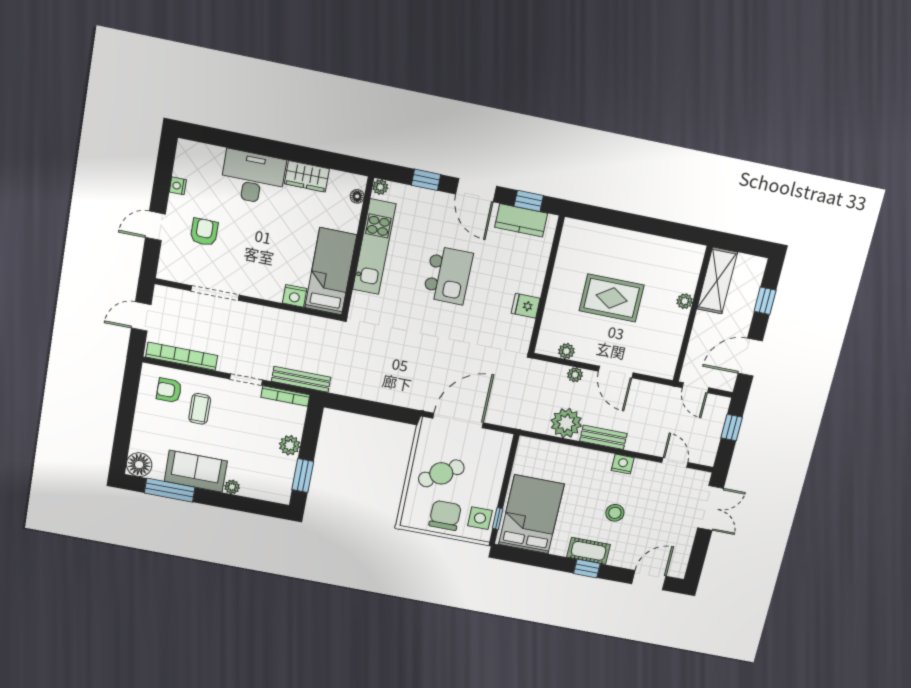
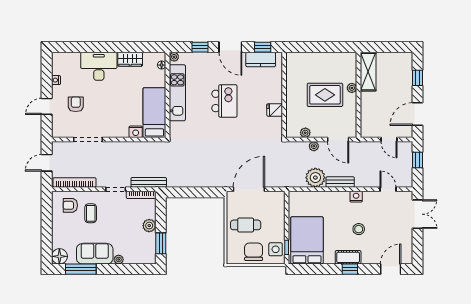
shelving: (717, 281) -> (368, 72), moved
plant: (685, 301) -> (352, 88), moved
wall: (692, 314) -> (359, 95), moved
cafe table: (441, 473) -> (246, 225), turned 34

